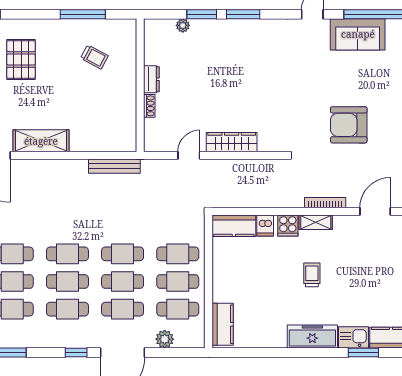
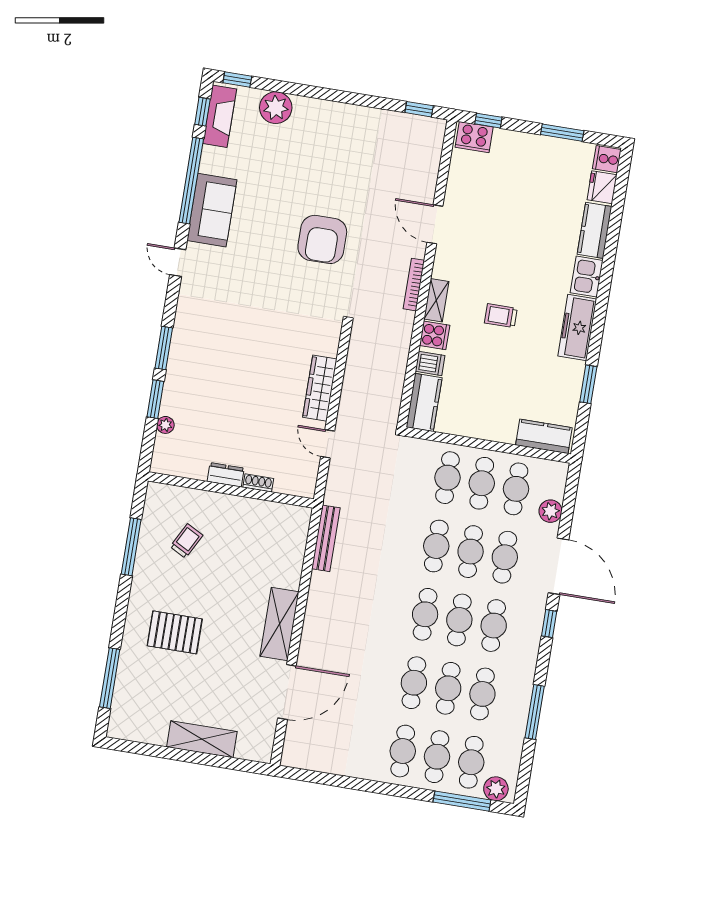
window: (363, 352) -> (588, 384), moved

